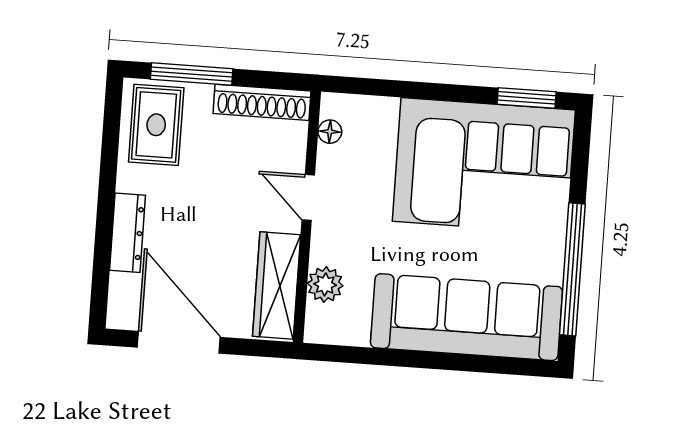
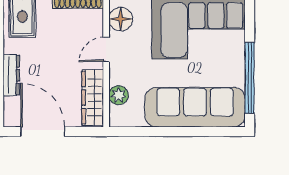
floor lamp: (330, 132) -> (121, 19), width x1.89, depth x1.89
door: (308, 197) -> (106, 49), hinge flipped

